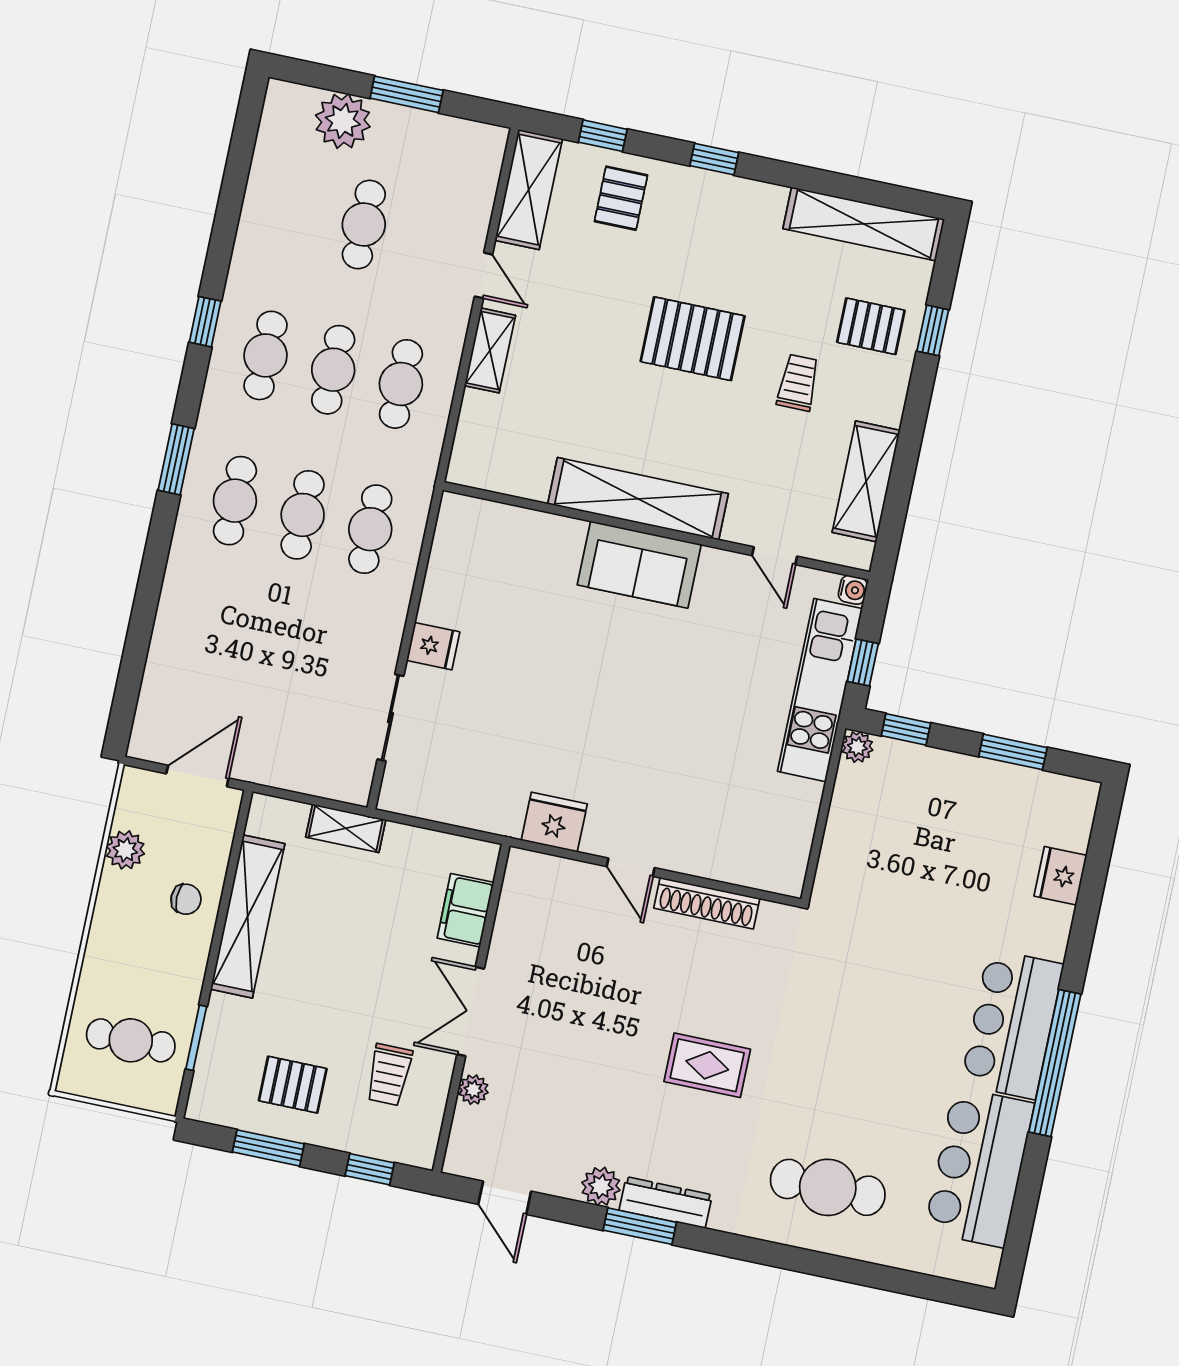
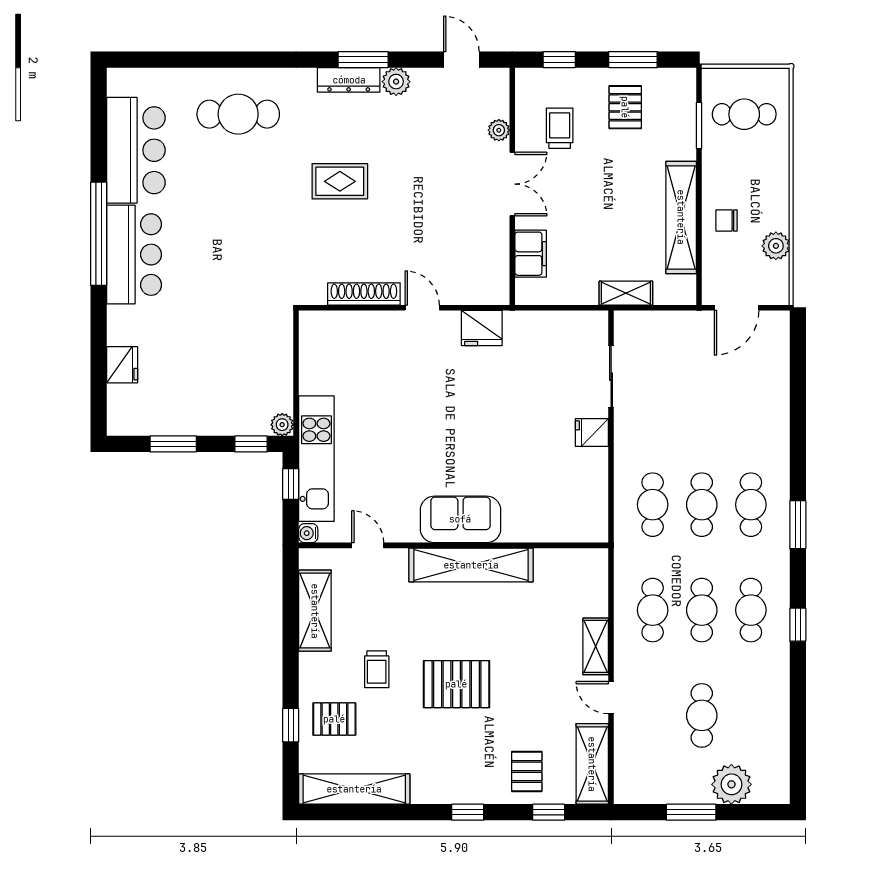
pallet: (293, 1085) -> (625, 107), turned 90

